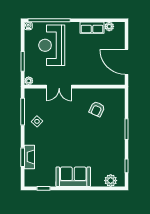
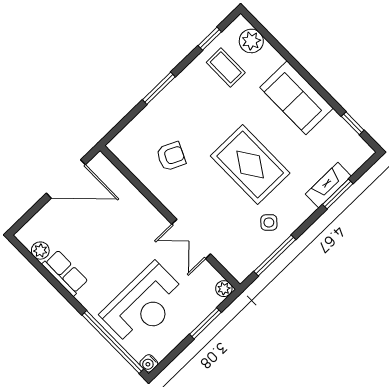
door: (127, 62) -> (66, 179), hinge flipped
double door: (59, 87) -> (191, 239), swing flipped
rug: (65, 135) -> (250, 164), added
coffee table: (110, 161) -> (226, 67), added

